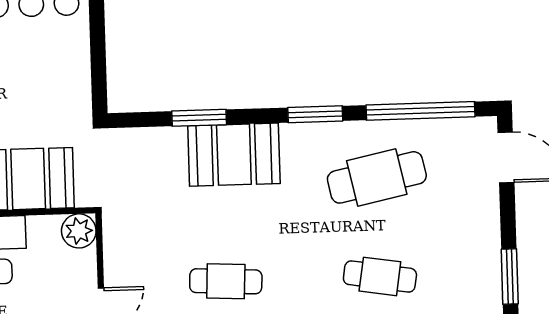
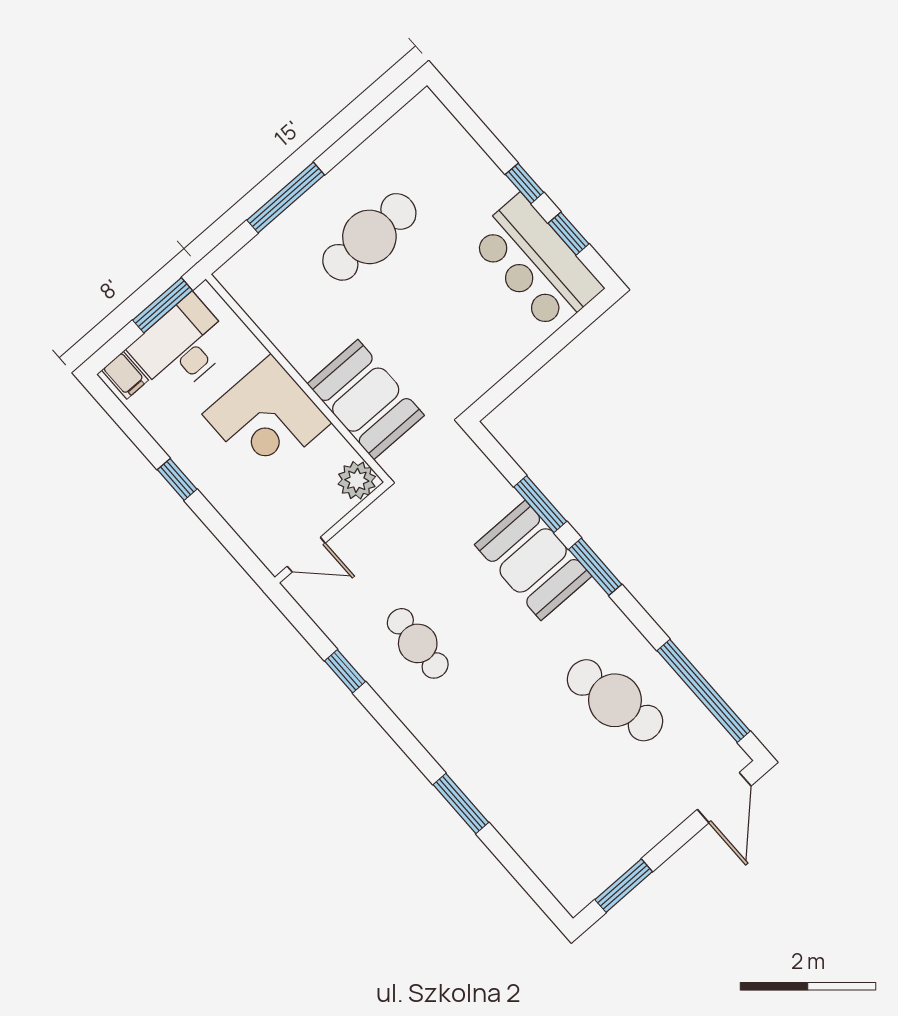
window: (315, 114) -> (595, 567), moved
cafe table: (380, 276) -> (531, 773), removed

